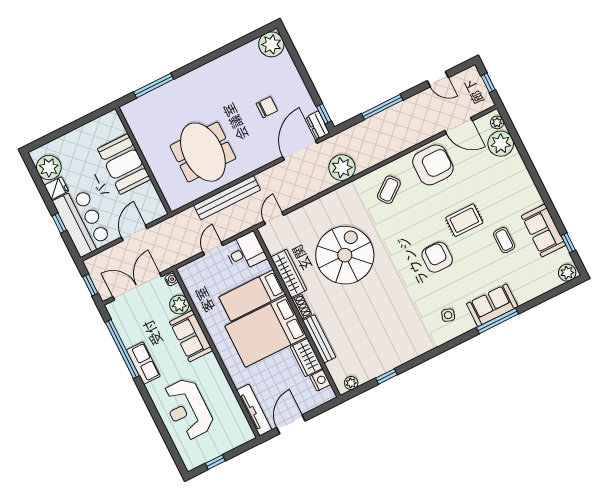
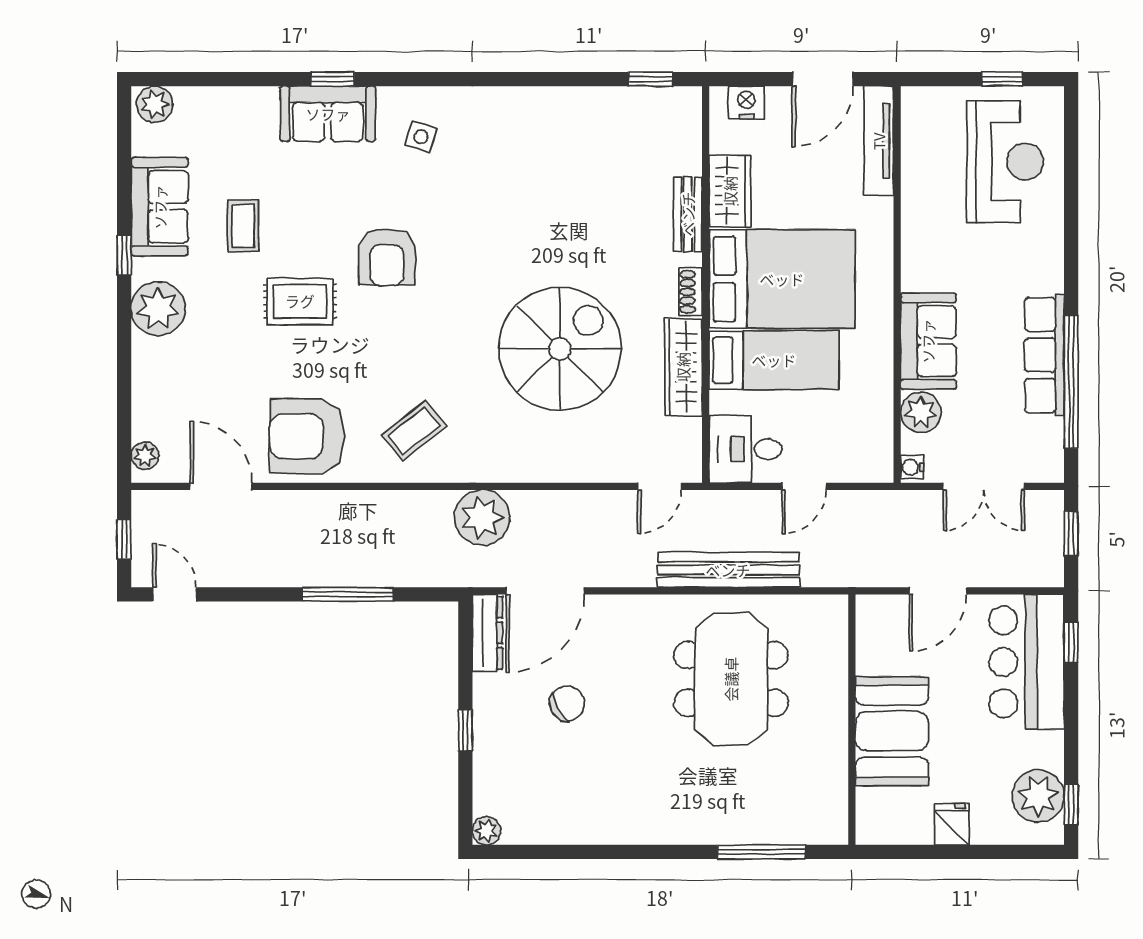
plant: (271, 44) -> (487, 831), width x0.53, depth x0.53
door: (438, 79) -> (174, 594), moved
chair: (267, 107) -> (567, 703), turned 152
window: (324, 114) -> (465, 731), moved
dresser: (318, 125) -> (487, 633), width x1.44
plant: (501, 144) -> (158, 309), moved
window: (33, 171) -> (1071, 805), added
fridge: (56, 188) -> (952, 824), moved, turned 90
window: (59, 223) -> (1071, 642), moved
window: (568, 243) -> (124, 255), moved
spiral stairs: (345, 255) -> (560, 349), turned 180
double door: (137, 287) -> (984, 486), width x0.73
window: (497, 321) -> (333, 79), width x0.46
bench: (319, 339) -> (688, 214), width x0.73
row of seats: (143, 363) -> (1044, 355), width x1.48
window: (386, 376) -> (651, 79), moved
nightstand: (320, 380) -> (746, 103), moved, turned 90
plant: (351, 383) -> (669, 100), removed
reception desk: (188, 409) -> (1005, 162), moved

